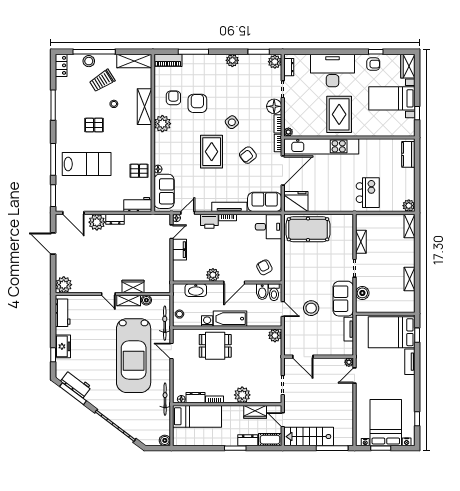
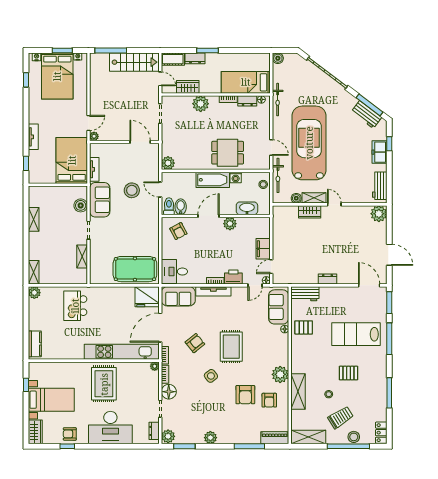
plant: (97, 222) -> (346, 276), removed
bed: (392, 332) -> (72, 160), moved, turned -90

